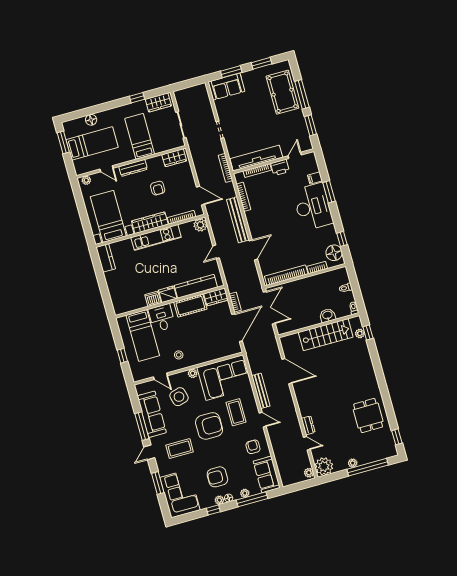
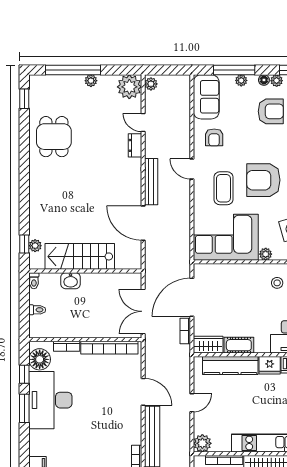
window: (329, 192) -> (24, 408), moved
desk: (313, 207) -> (50, 400), moved
door: (253, 250) -> (143, 392), swing flipped
cot: (190, 306) -> (239, 345), width x0.73, depth x0.75
bench: (261, 391) -> (151, 182), moved

